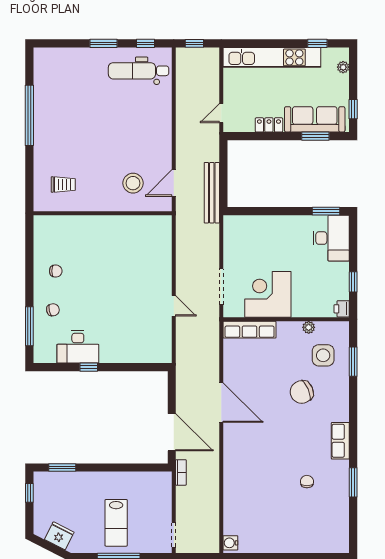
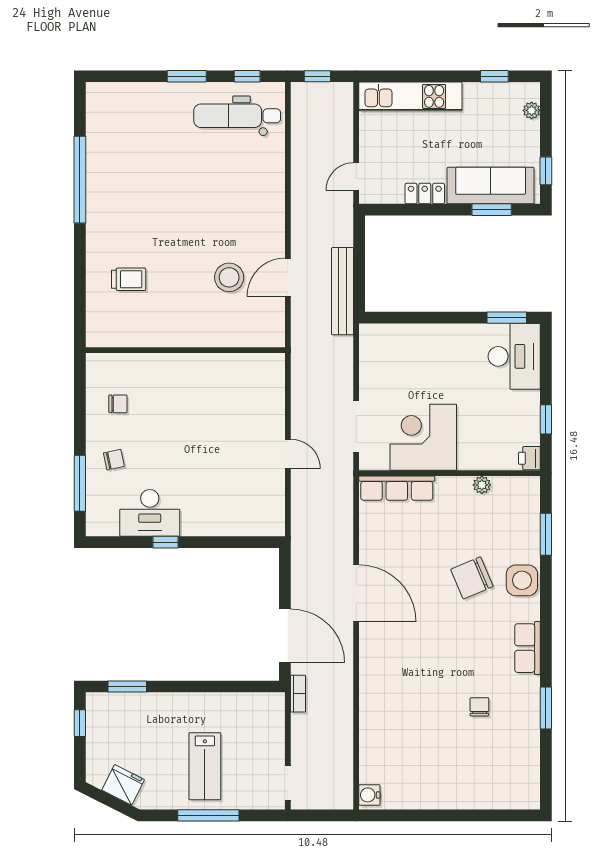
kitchen unit: (272, 57) -> (410, 96), width x0.73
wall: (103, 213) -> (185, 350), moved
side table: (323, 355) -> (522, 580), moved

